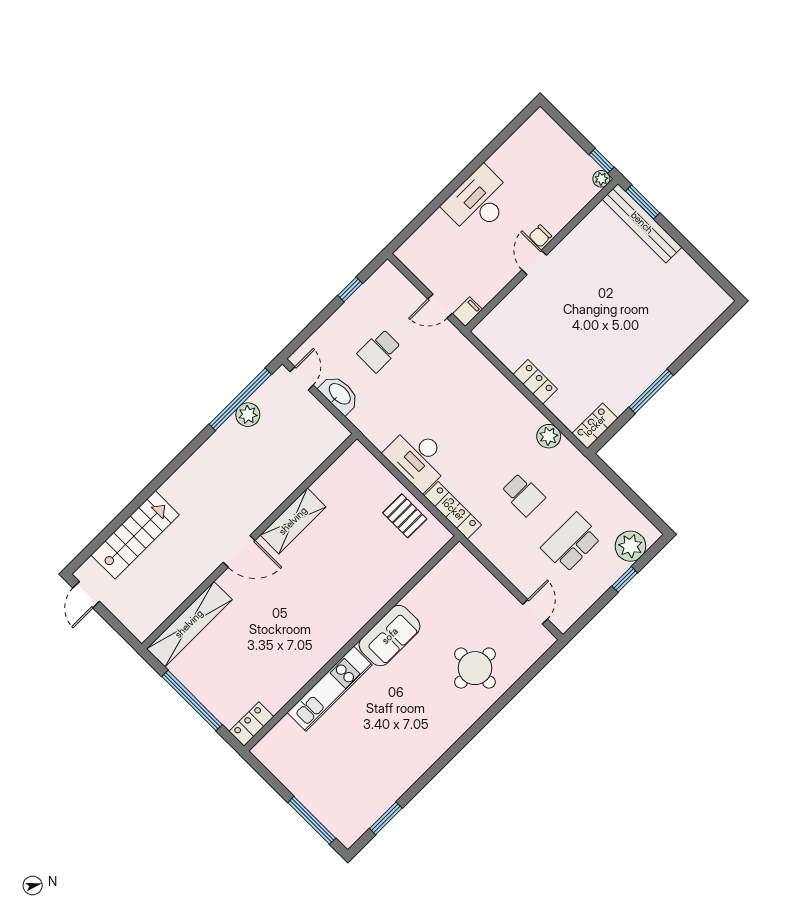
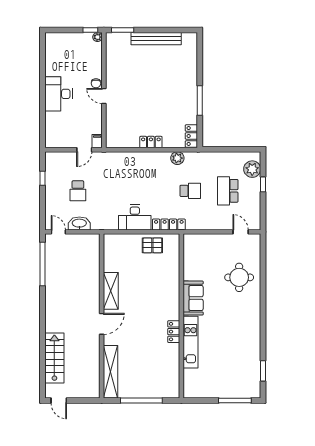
bench: (642, 223) -> (156, 39), moved
plant: (248, 415) -> (52, 267), removed
locker: (251, 724) -> (174, 332), moved

